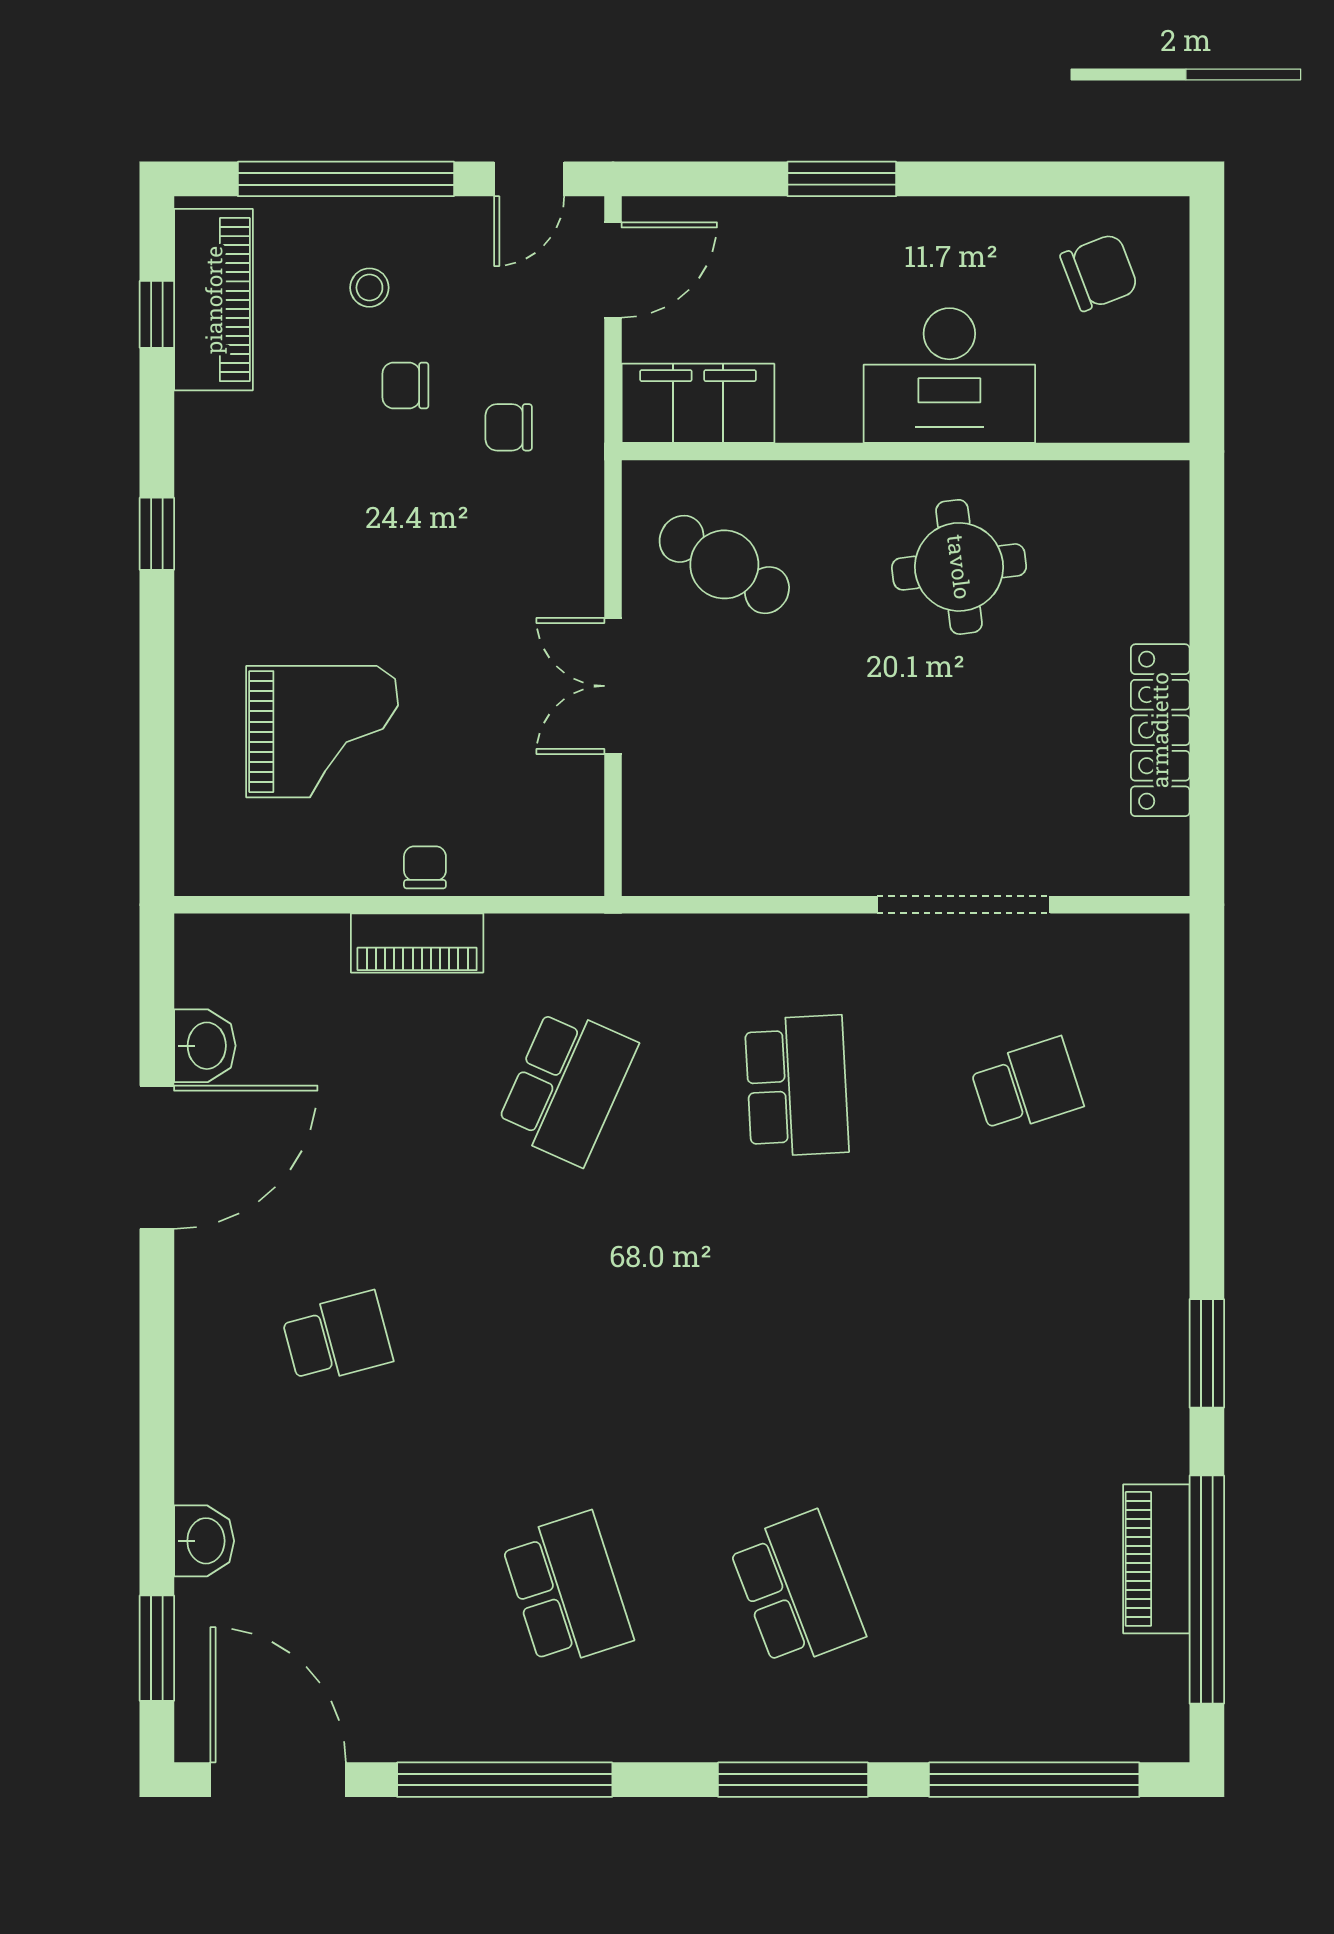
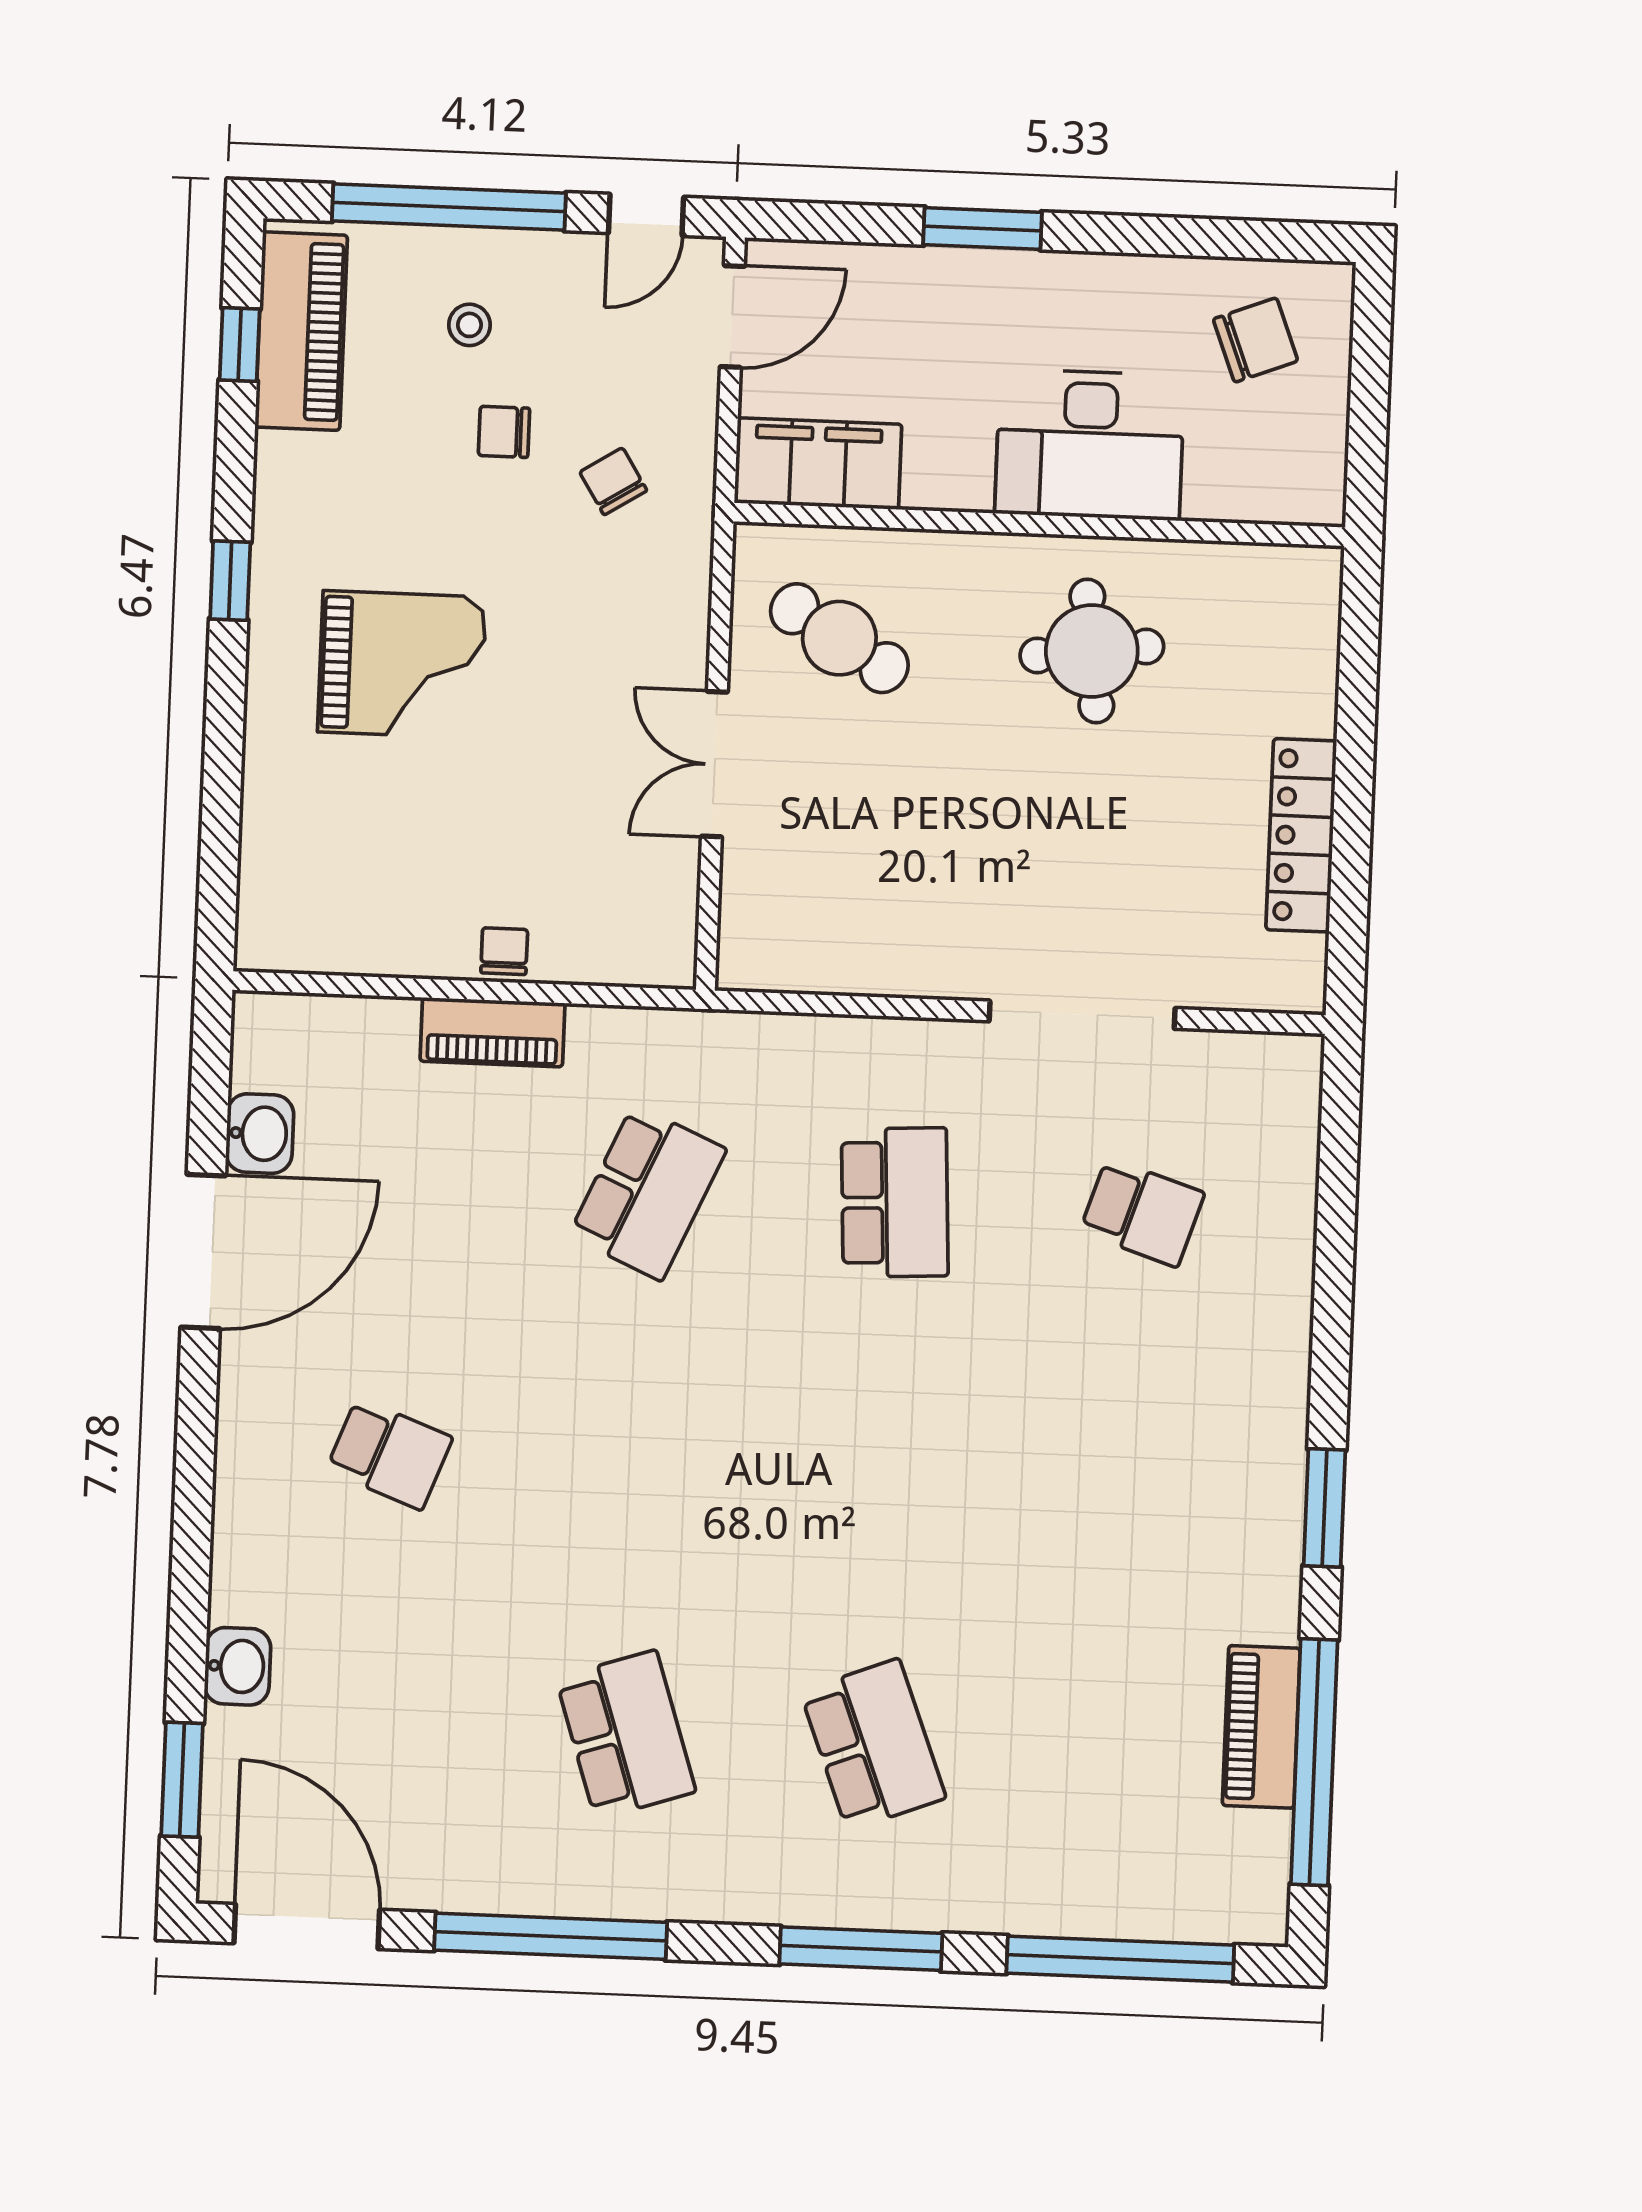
chair: (509, 427) -> (613, 481), turned 58
grand piano: (322, 732) -> (402, 664), moved
school desk: (1027, 1086) -> (1142, 1212), turned 36
school desk: (337, 1338) -> (389, 1454), turned 36

